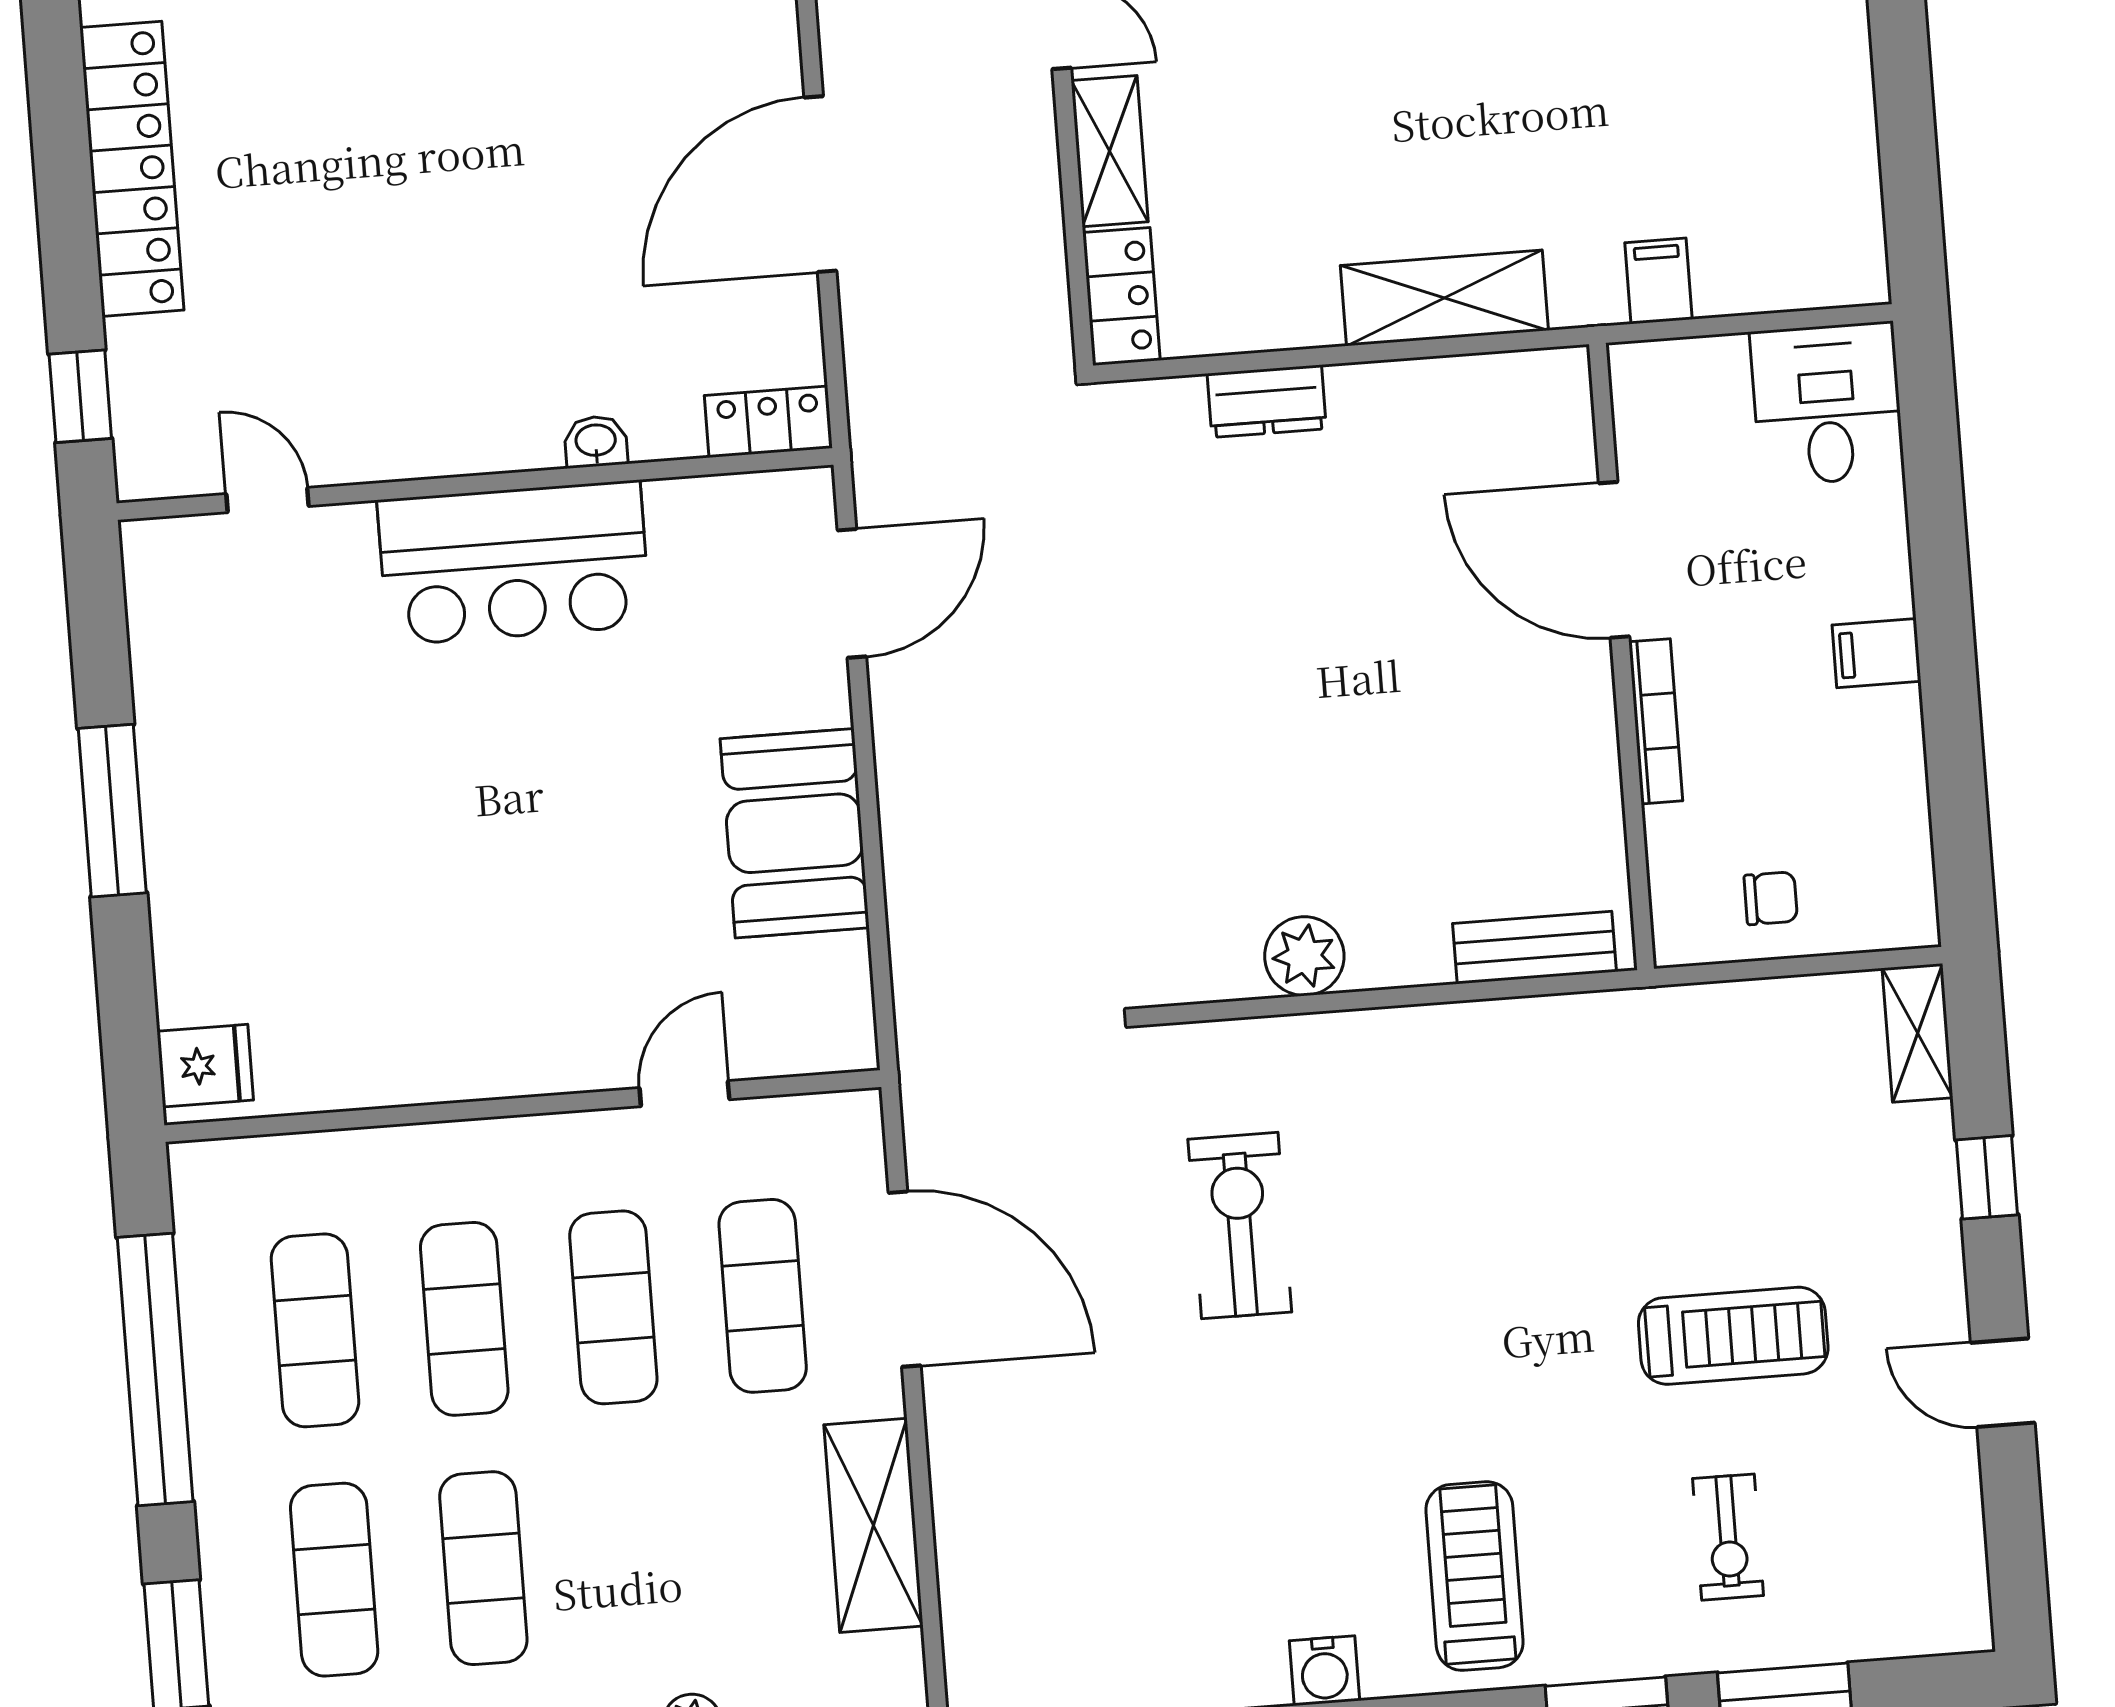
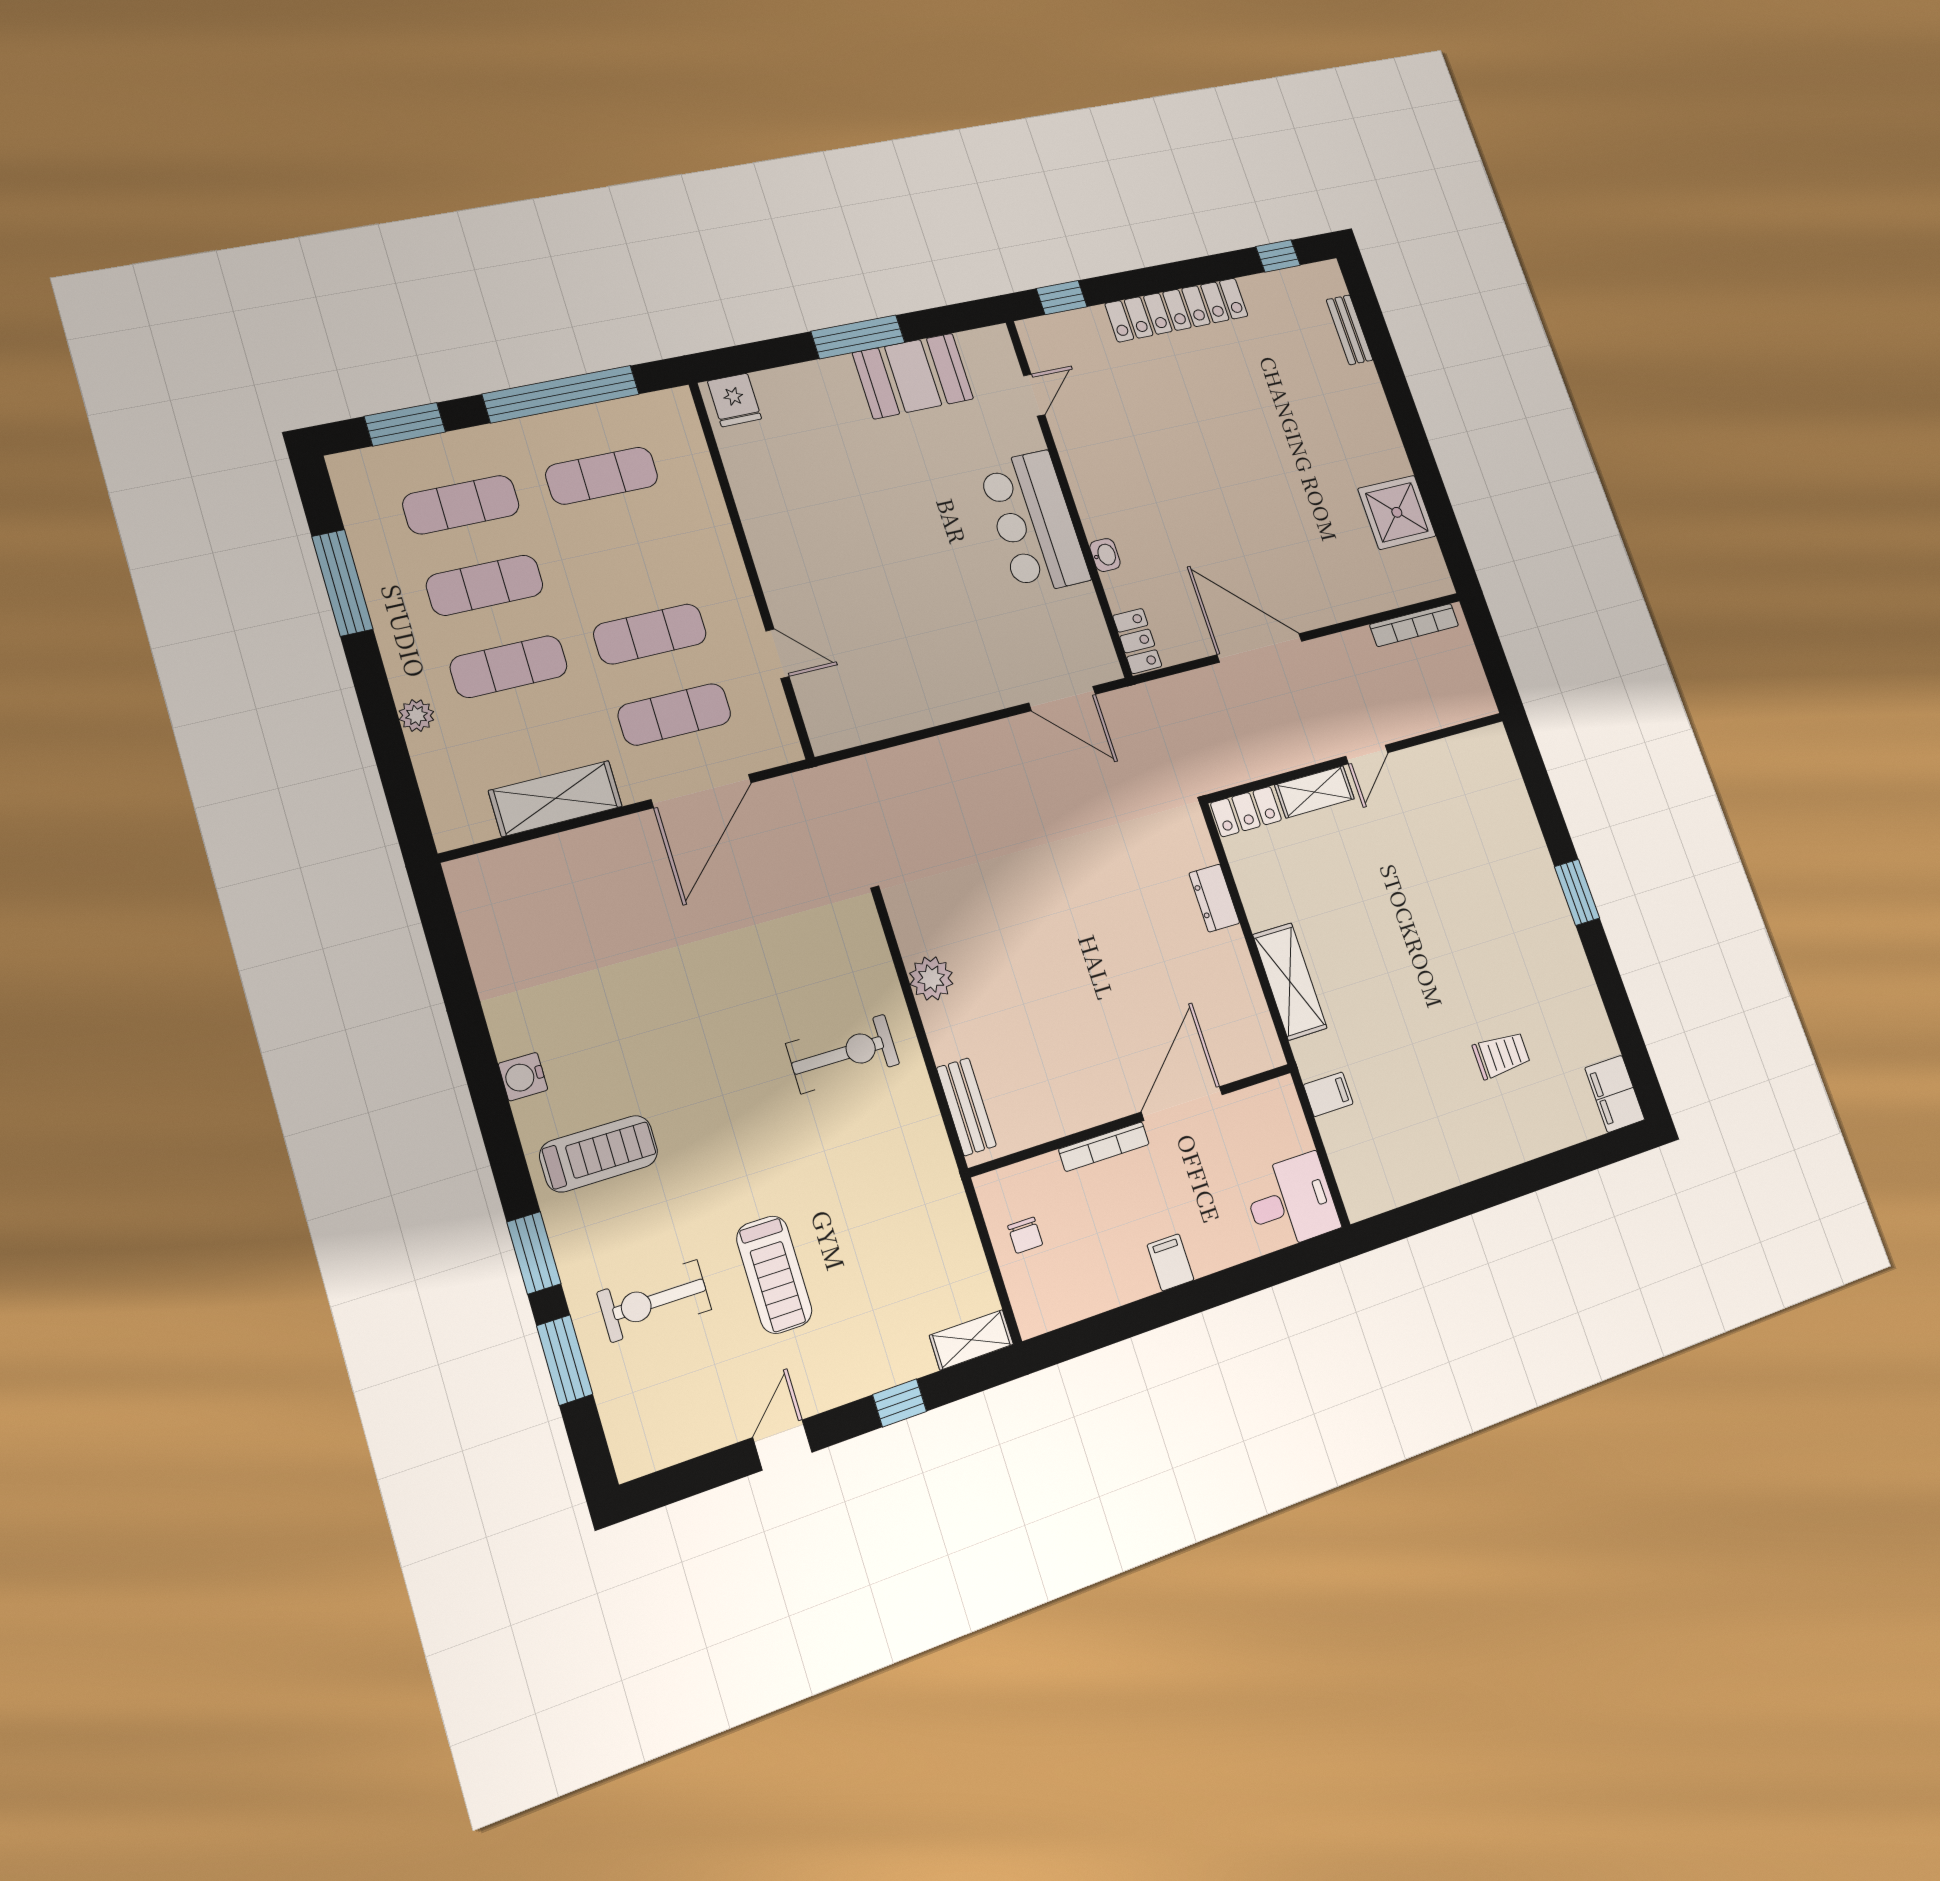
booth: (795, 833) -> (913, 376), moved
exercise bike: (1240, 1226) -> (843, 1054), moved
exercise mat: (464, 1319) -> (509, 667), moved
exercise bike: (1728, 1537) -> (654, 1301), width x1.38, depth x1.39

